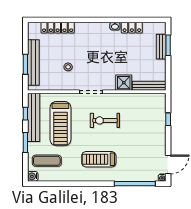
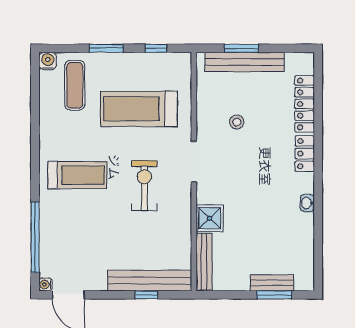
locker: (132, 28) -> (305, 154), moved
bench: (34, 117) -> (150, 281), moved
treadmill: (99, 159) -> (77, 175), turned 90

